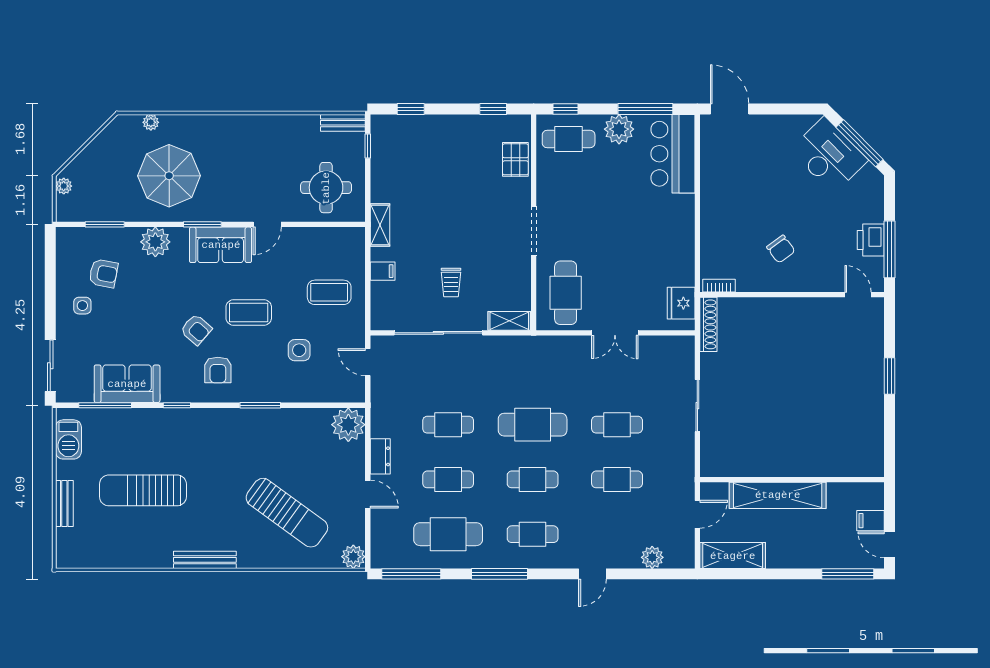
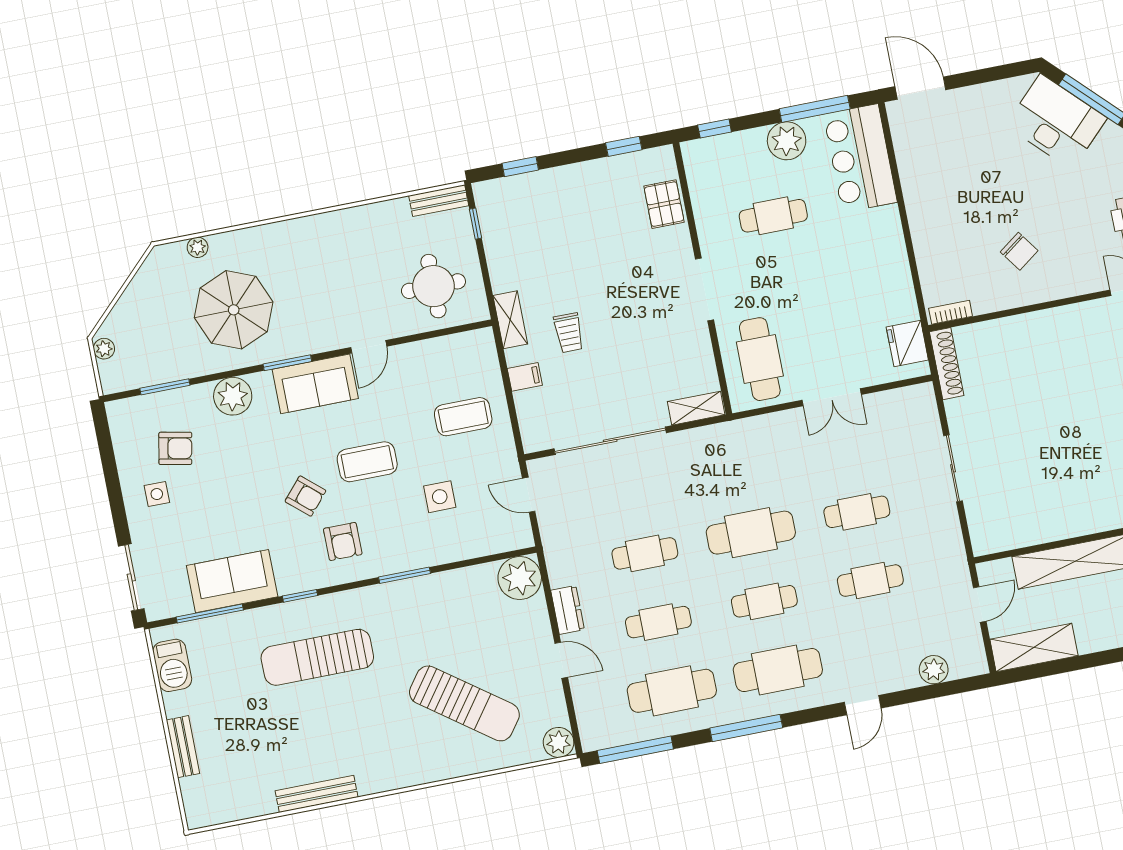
cafe table: (569, 139) -> (773, 216), moved
trolley: (451, 282) -> (569, 333), moved
sun lounger: (143, 490) -> (317, 657), moved
cafe table: (533, 534) -> (778, 670), width x1.37, depth x1.35
bench: (205, 560) -> (317, 794), moved

